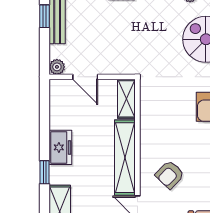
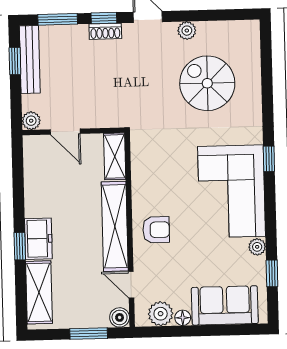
freezer: (60, 147) -> (38, 239), moved
armchair: (170, 175) -> (156, 230), moved, turned -134

